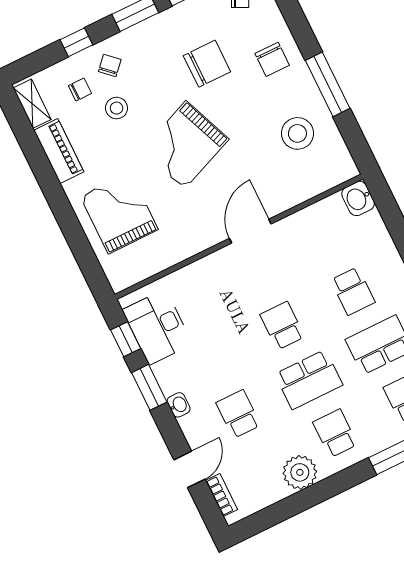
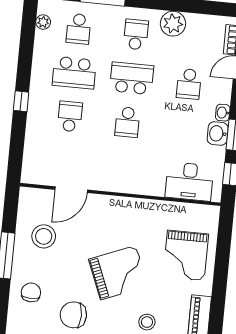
washbasin: (358, 198) -> (218, 133), moved, turned 180
door: (250, 231) -> (71, 190), moved
desk: (157, 327) -> (189, 181), moved, turned 90
school desk: (335, 433) -> (136, 34), turned 180

